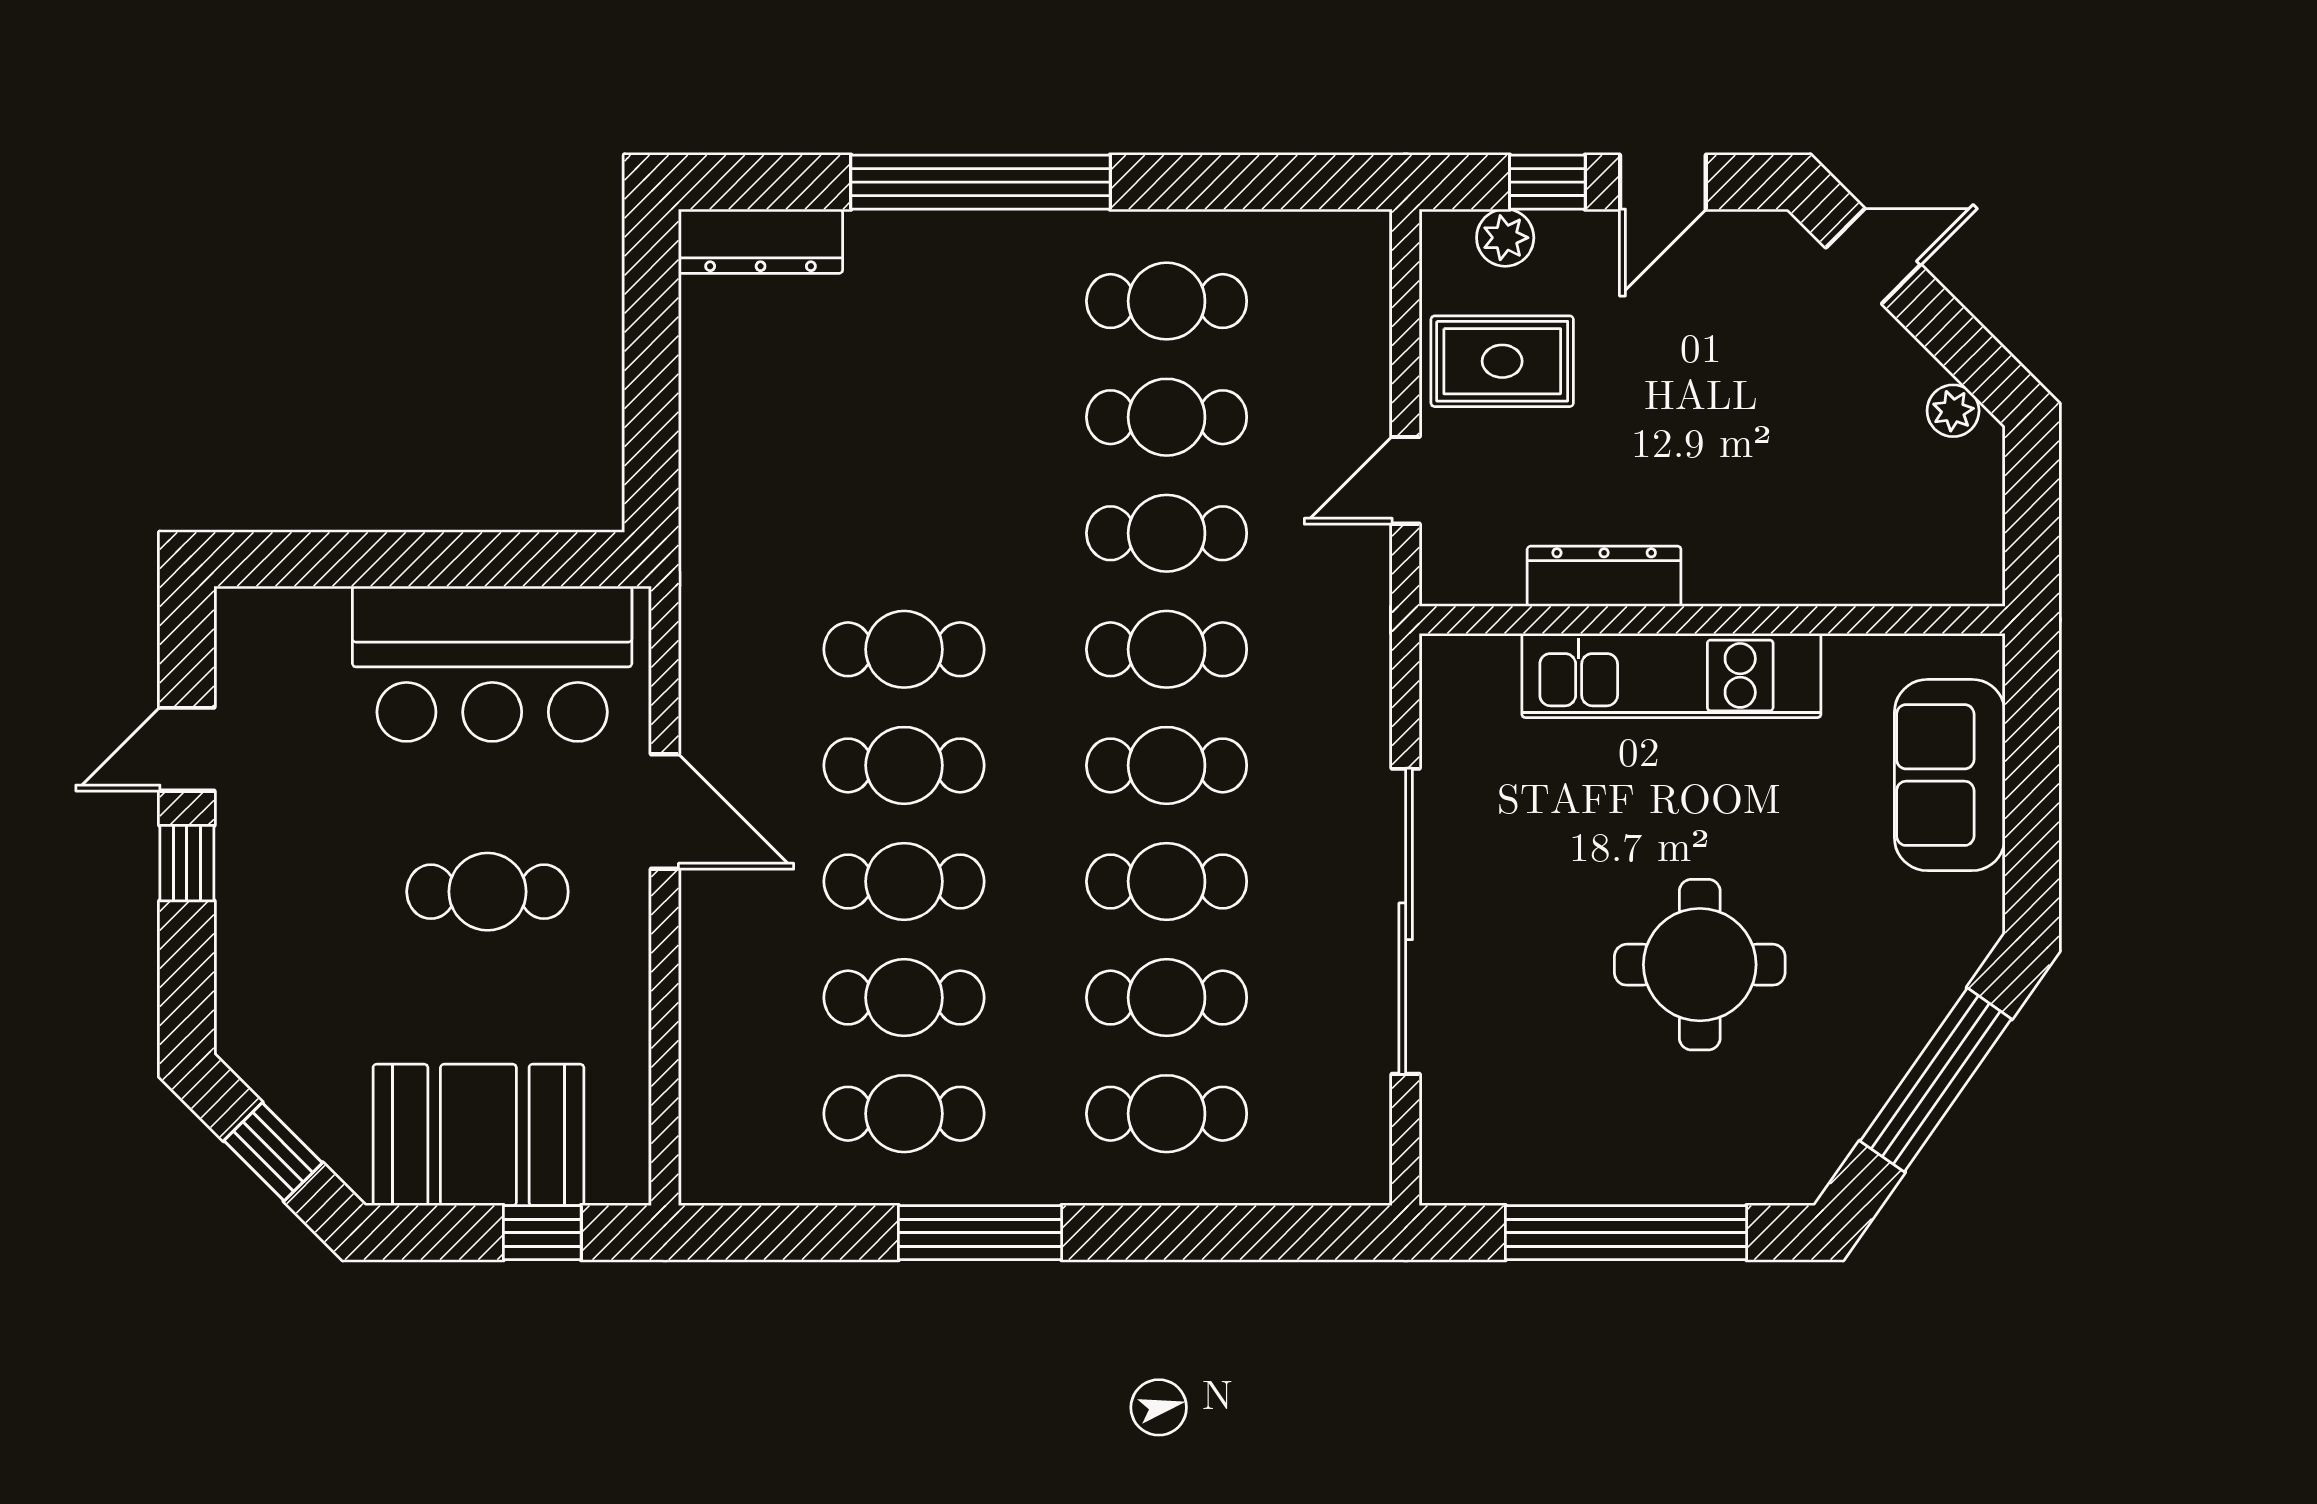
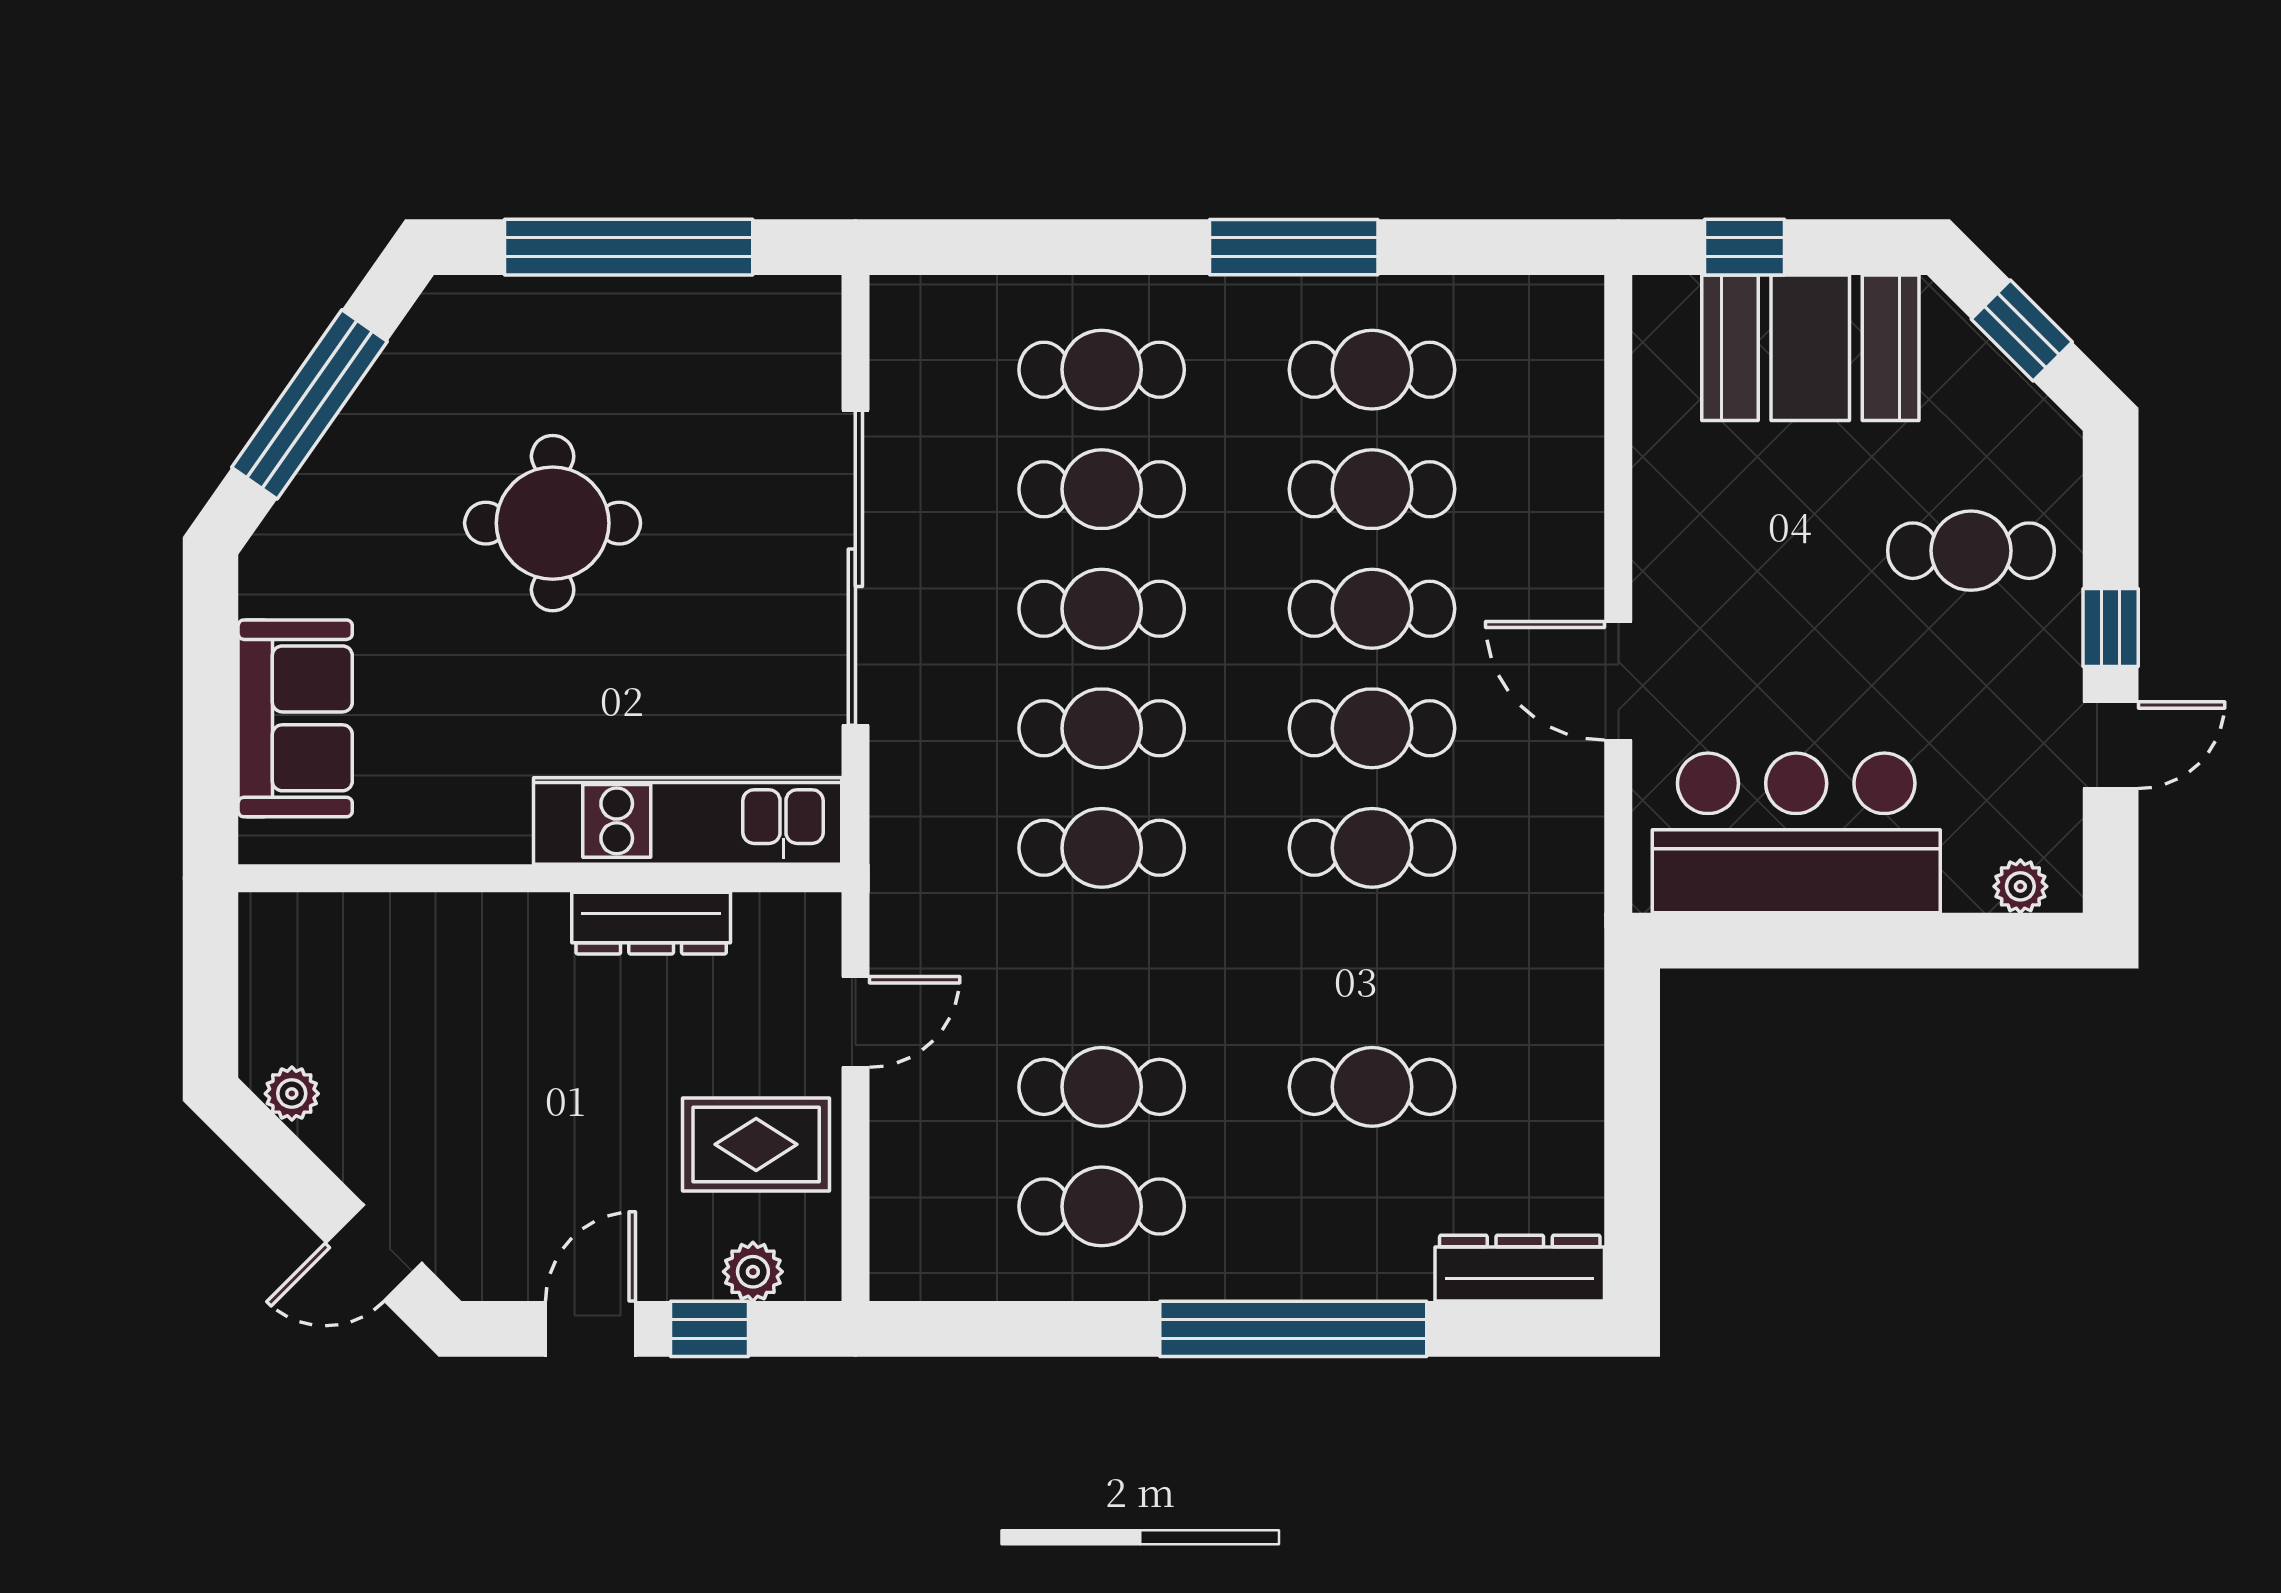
cafe table: (1167, 533) -> (1372, 1087), moved
plant: (274, 612) -> (2020, 886), added
kitchen unit: (1671, 675) -> (688, 821), moved
cafe table: (487, 892) -> (1971, 551), moved

